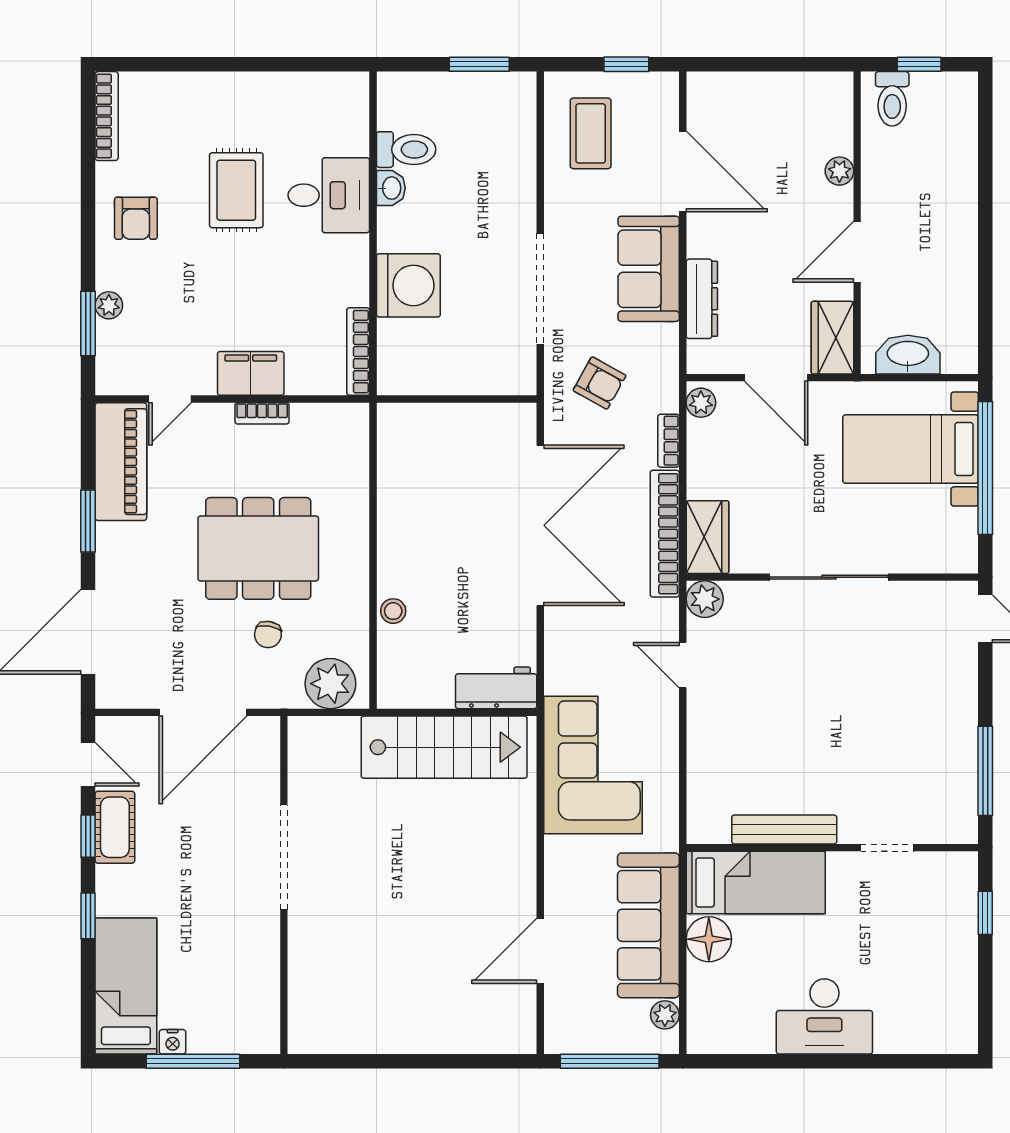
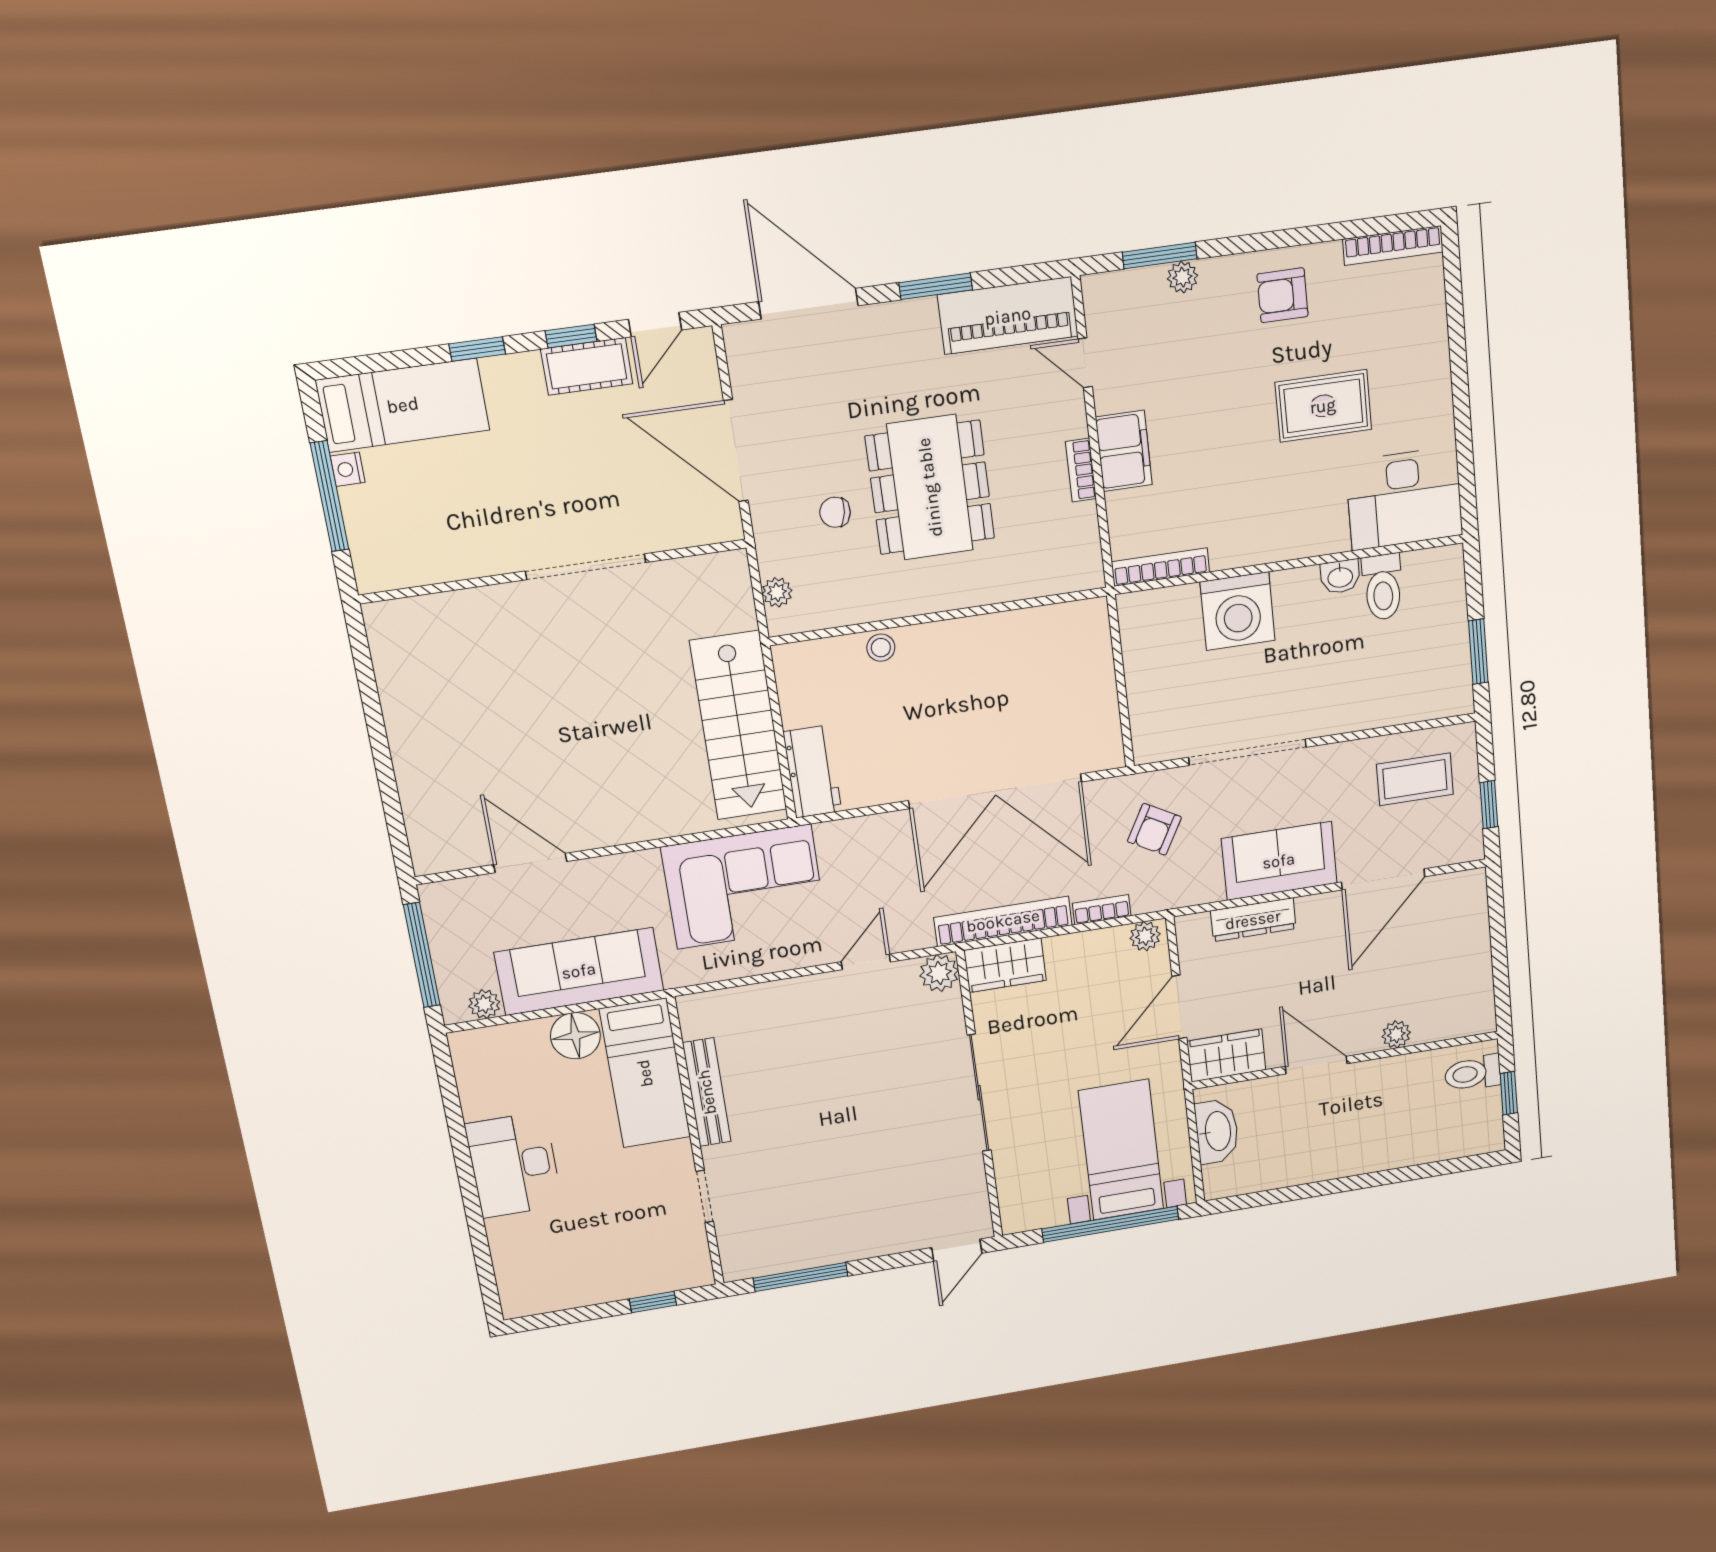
desk: (329, 195) -> (1404, 499), moved, width x1.37
plant: (330, 684) -> (777, 592), width x0.53, depth x0.53

